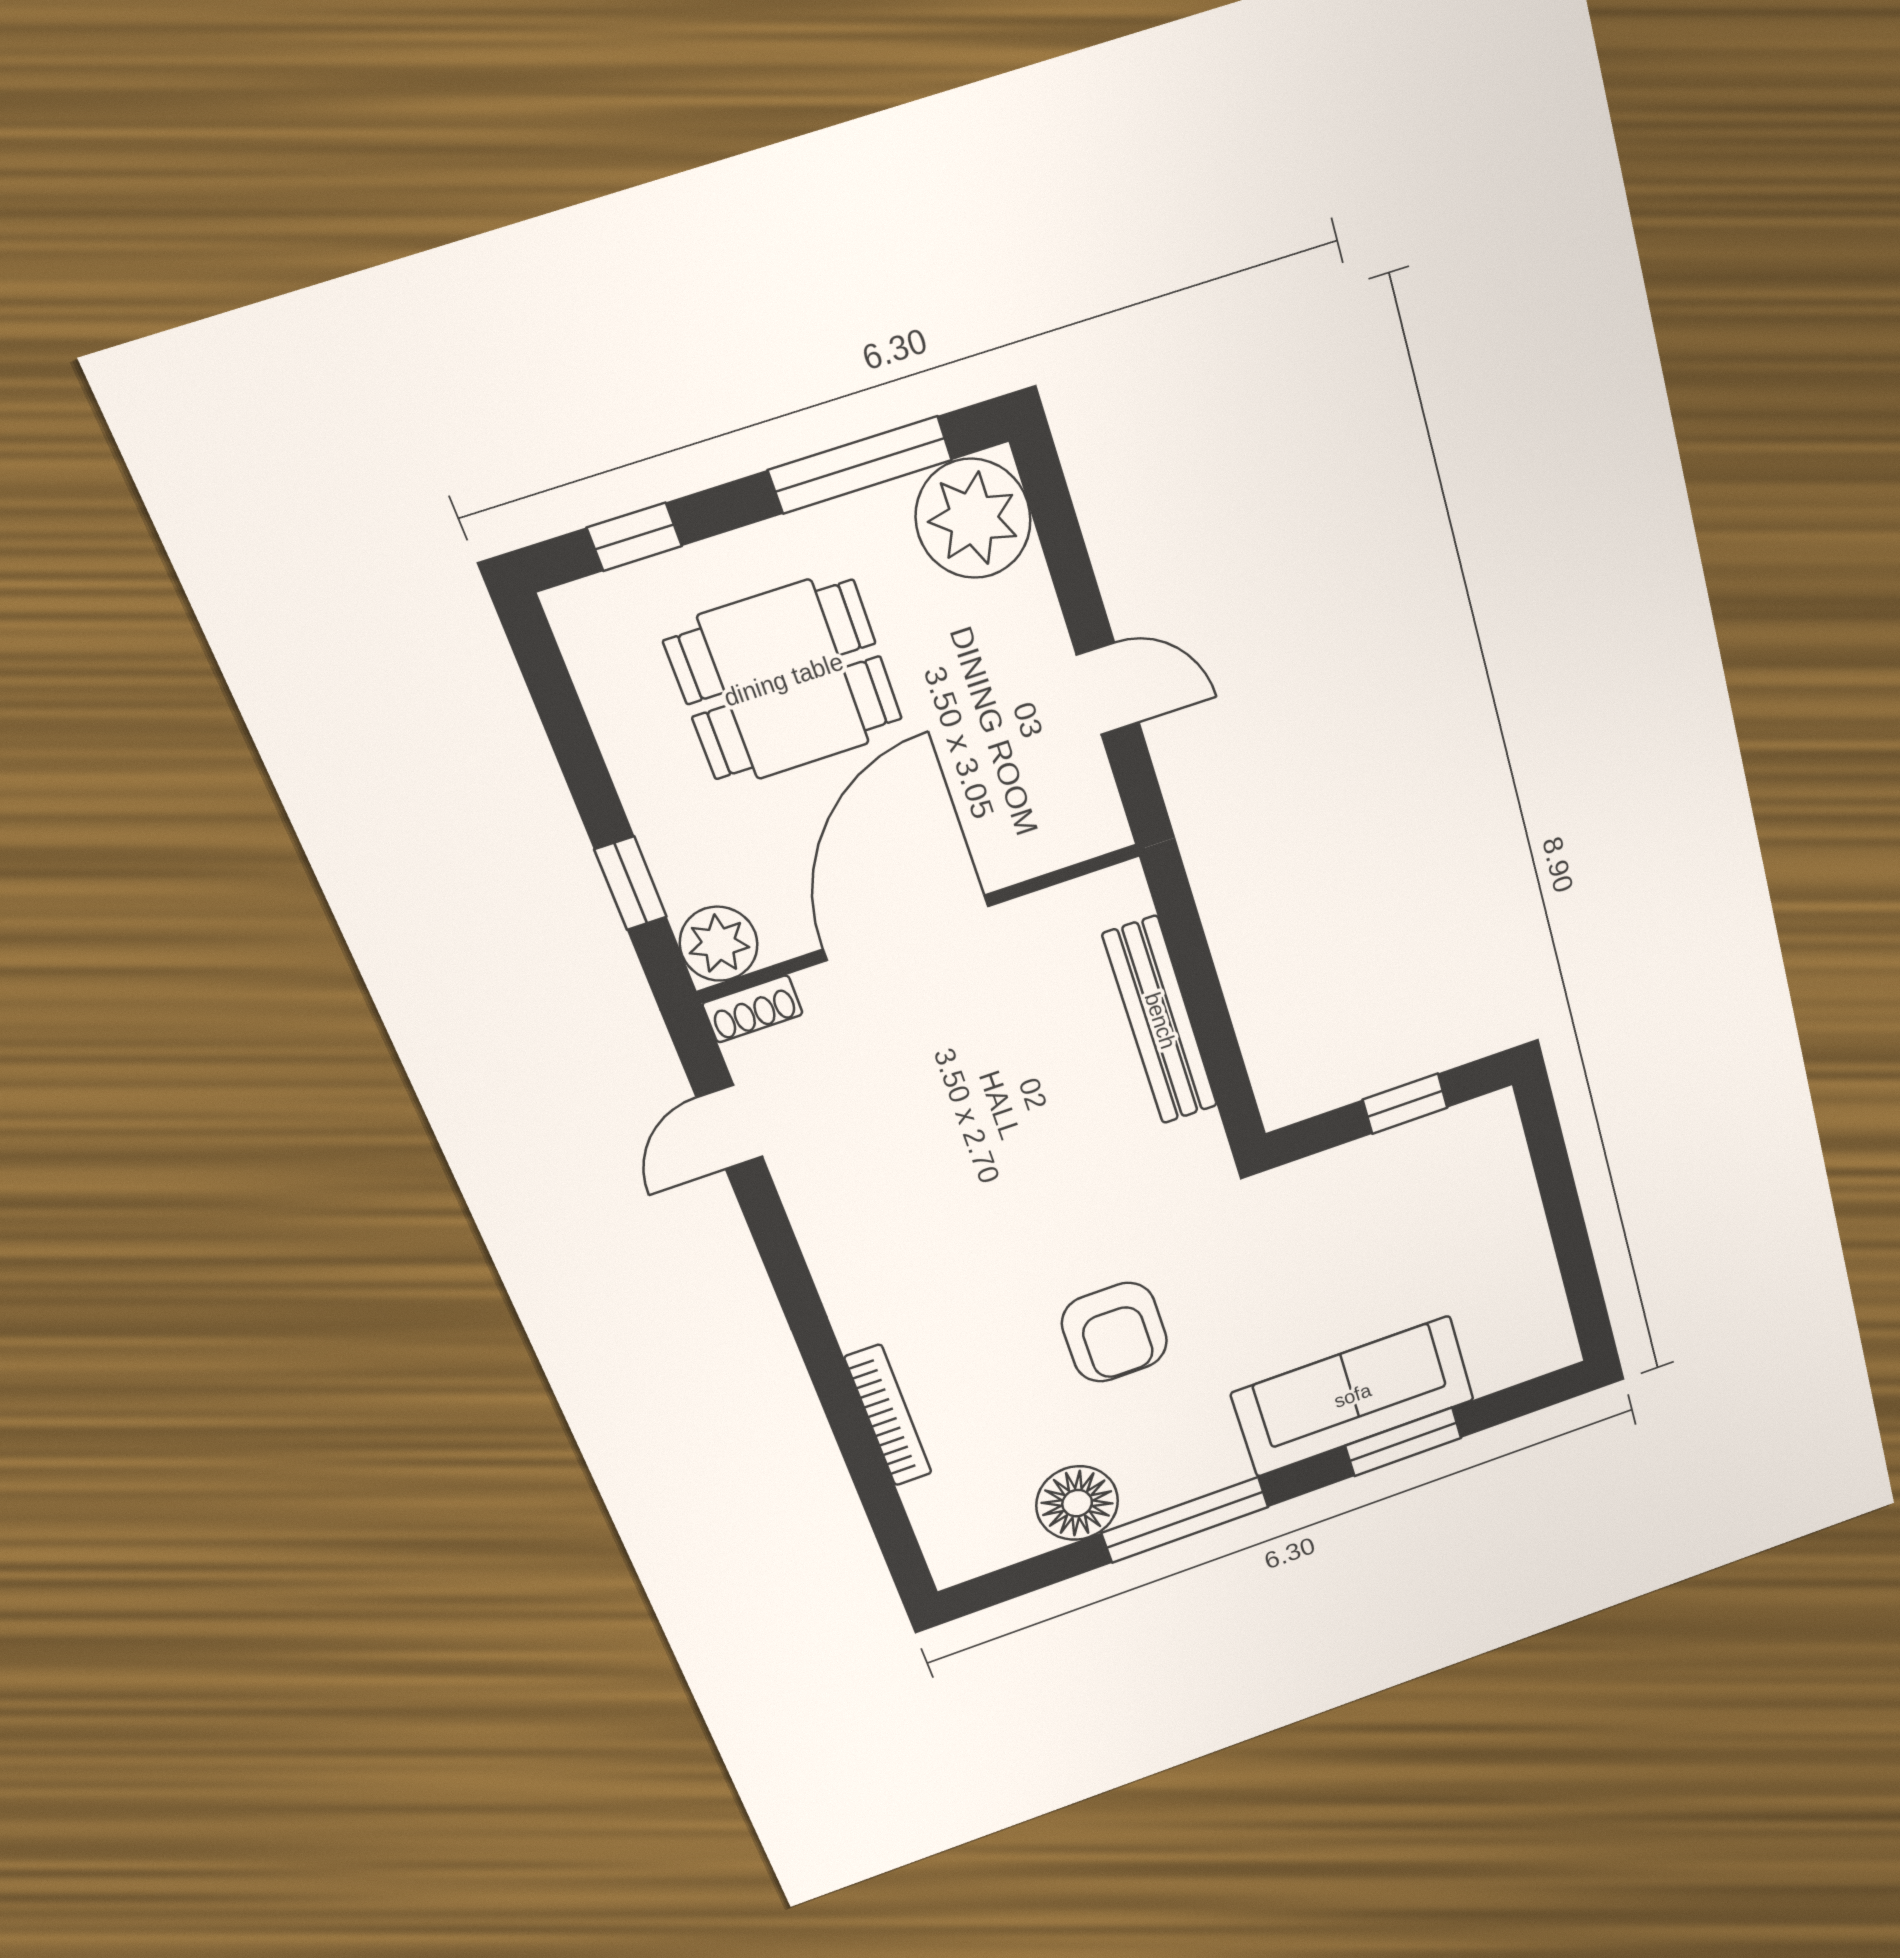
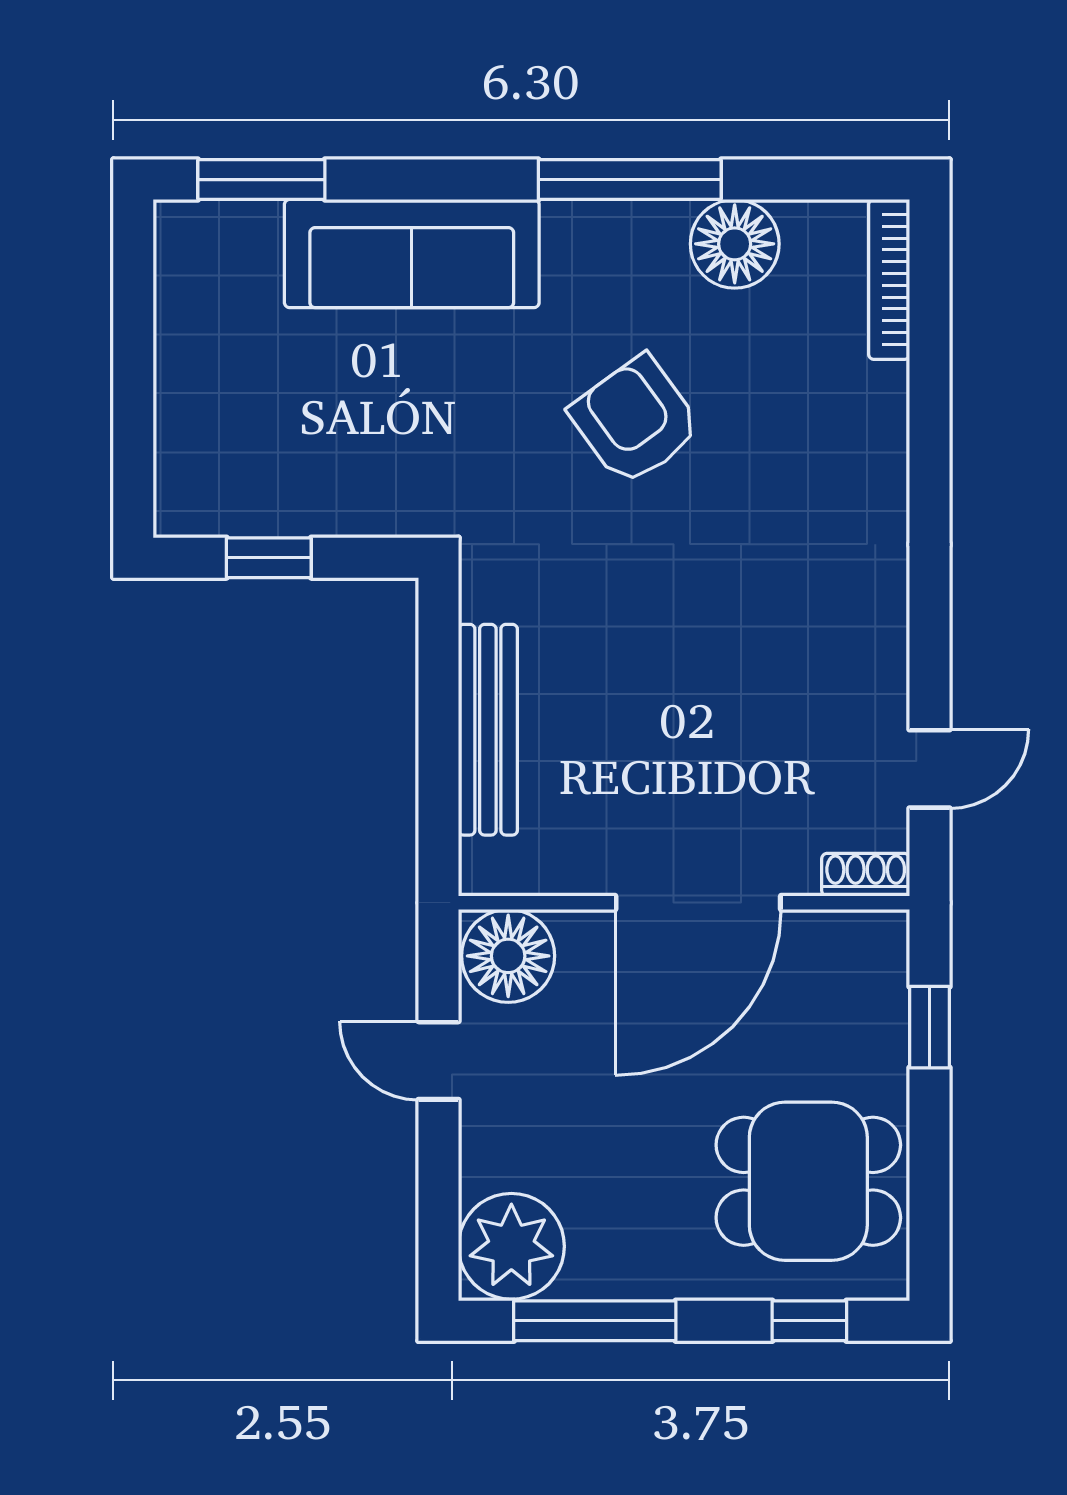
dining table: (784, 680) -> (808, 1181), moved
floor lamp: (1073, 815) -> (508, 956), added
plant: (719, 944) -> (873, 946), removed
armchair: (1114, 1332) -> (635, 421), turned -36
bookcase: (888, 1415) -> (889, 279), moved
window: (1403, 1442) -> (261, 180), moved

